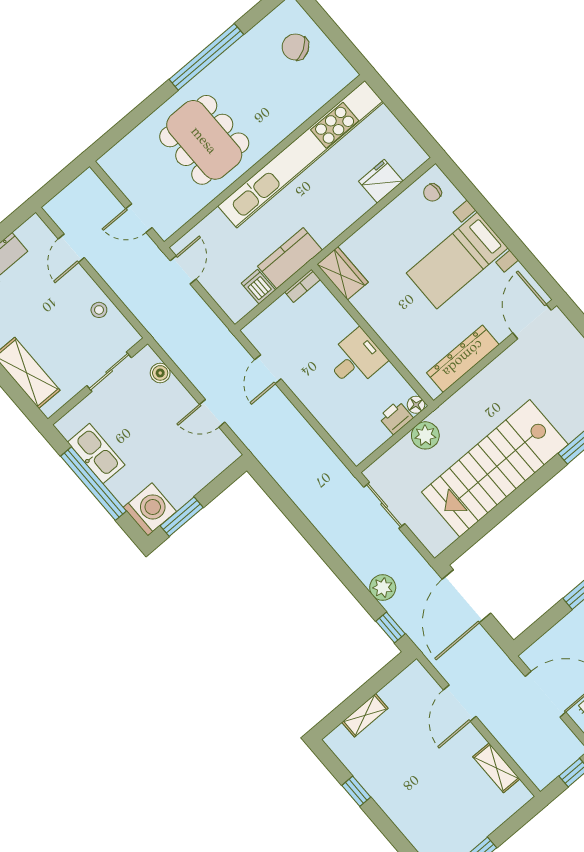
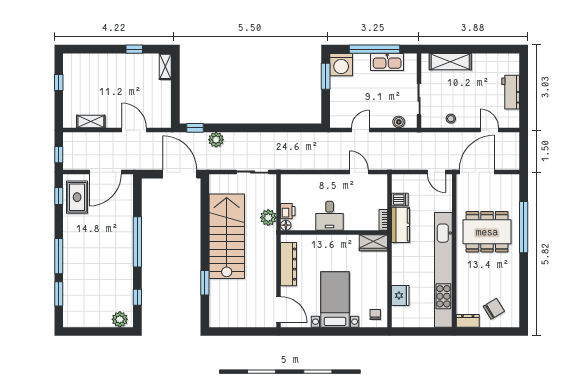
window: (206, 57) -> (524, 227), moved
dresser: (339, 67) -> (468, 321), added
door: (139, 218) -> (477, 172), width x1.87
shelving: (365, 715) -> (165, 66), moved

